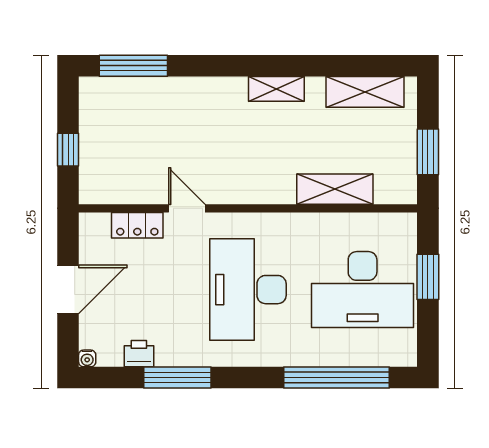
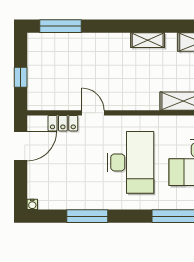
door: (68, 289) -> (21, 146), moved
desk: (248, 290) -> (130, 162), turned 180
printer: (139, 354) -> (64, 201), removed

